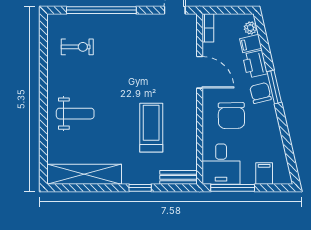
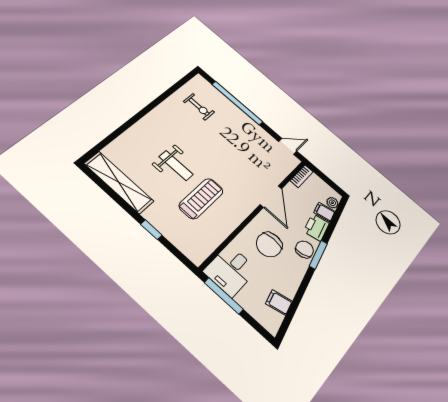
weight bench: (75, 114) -> (176, 166), moved
filing cabinet: (264, 174) -> (279, 302), moved, turned -103
bench: (178, 177) -> (188, 249), removed

